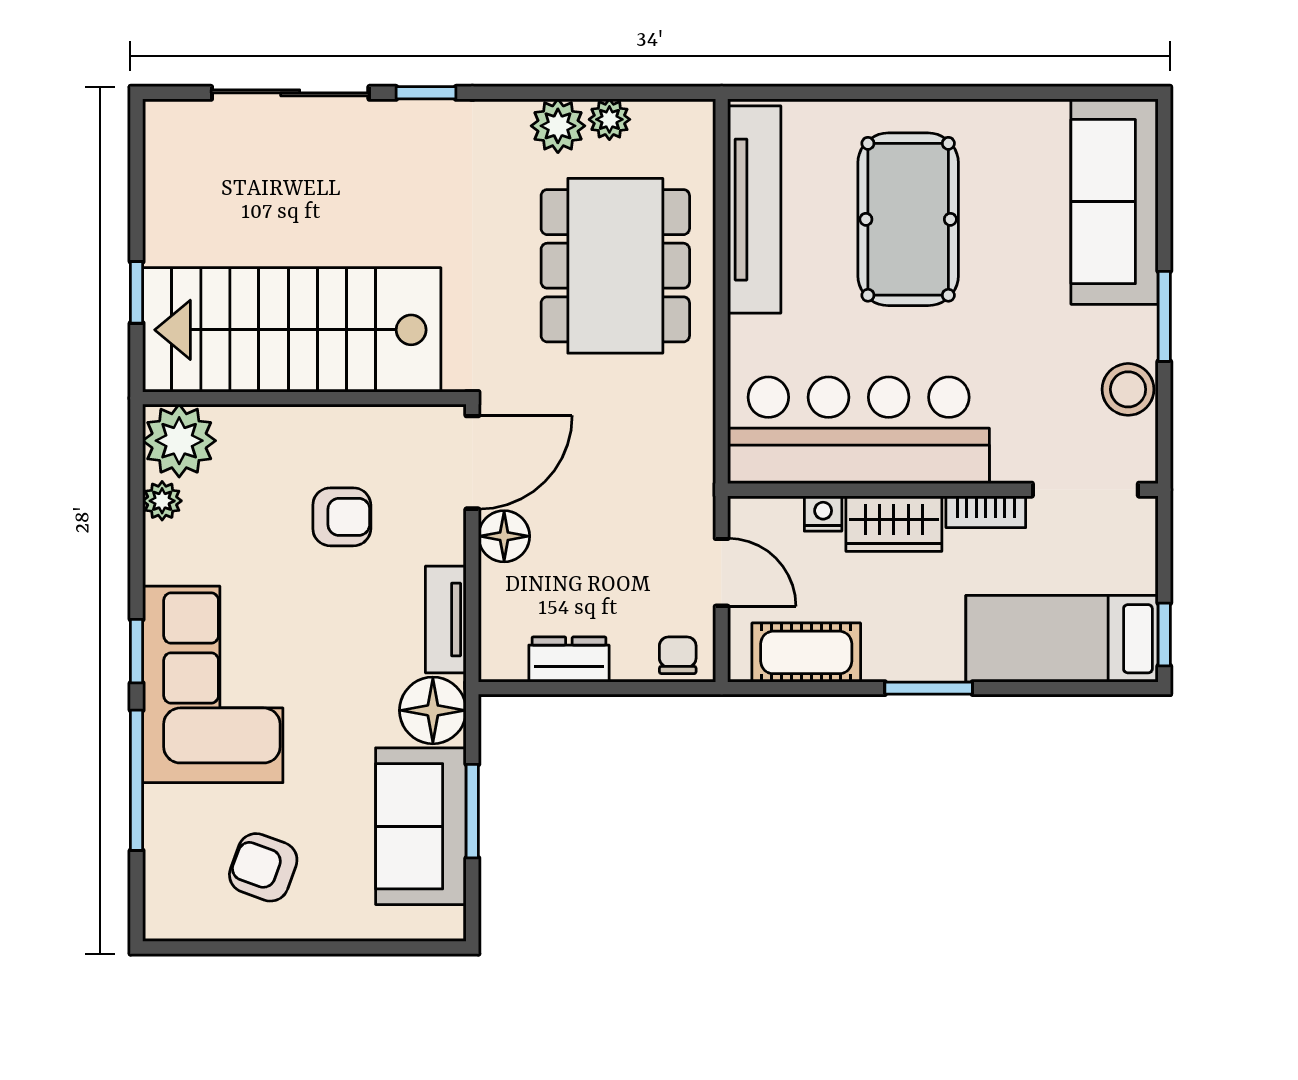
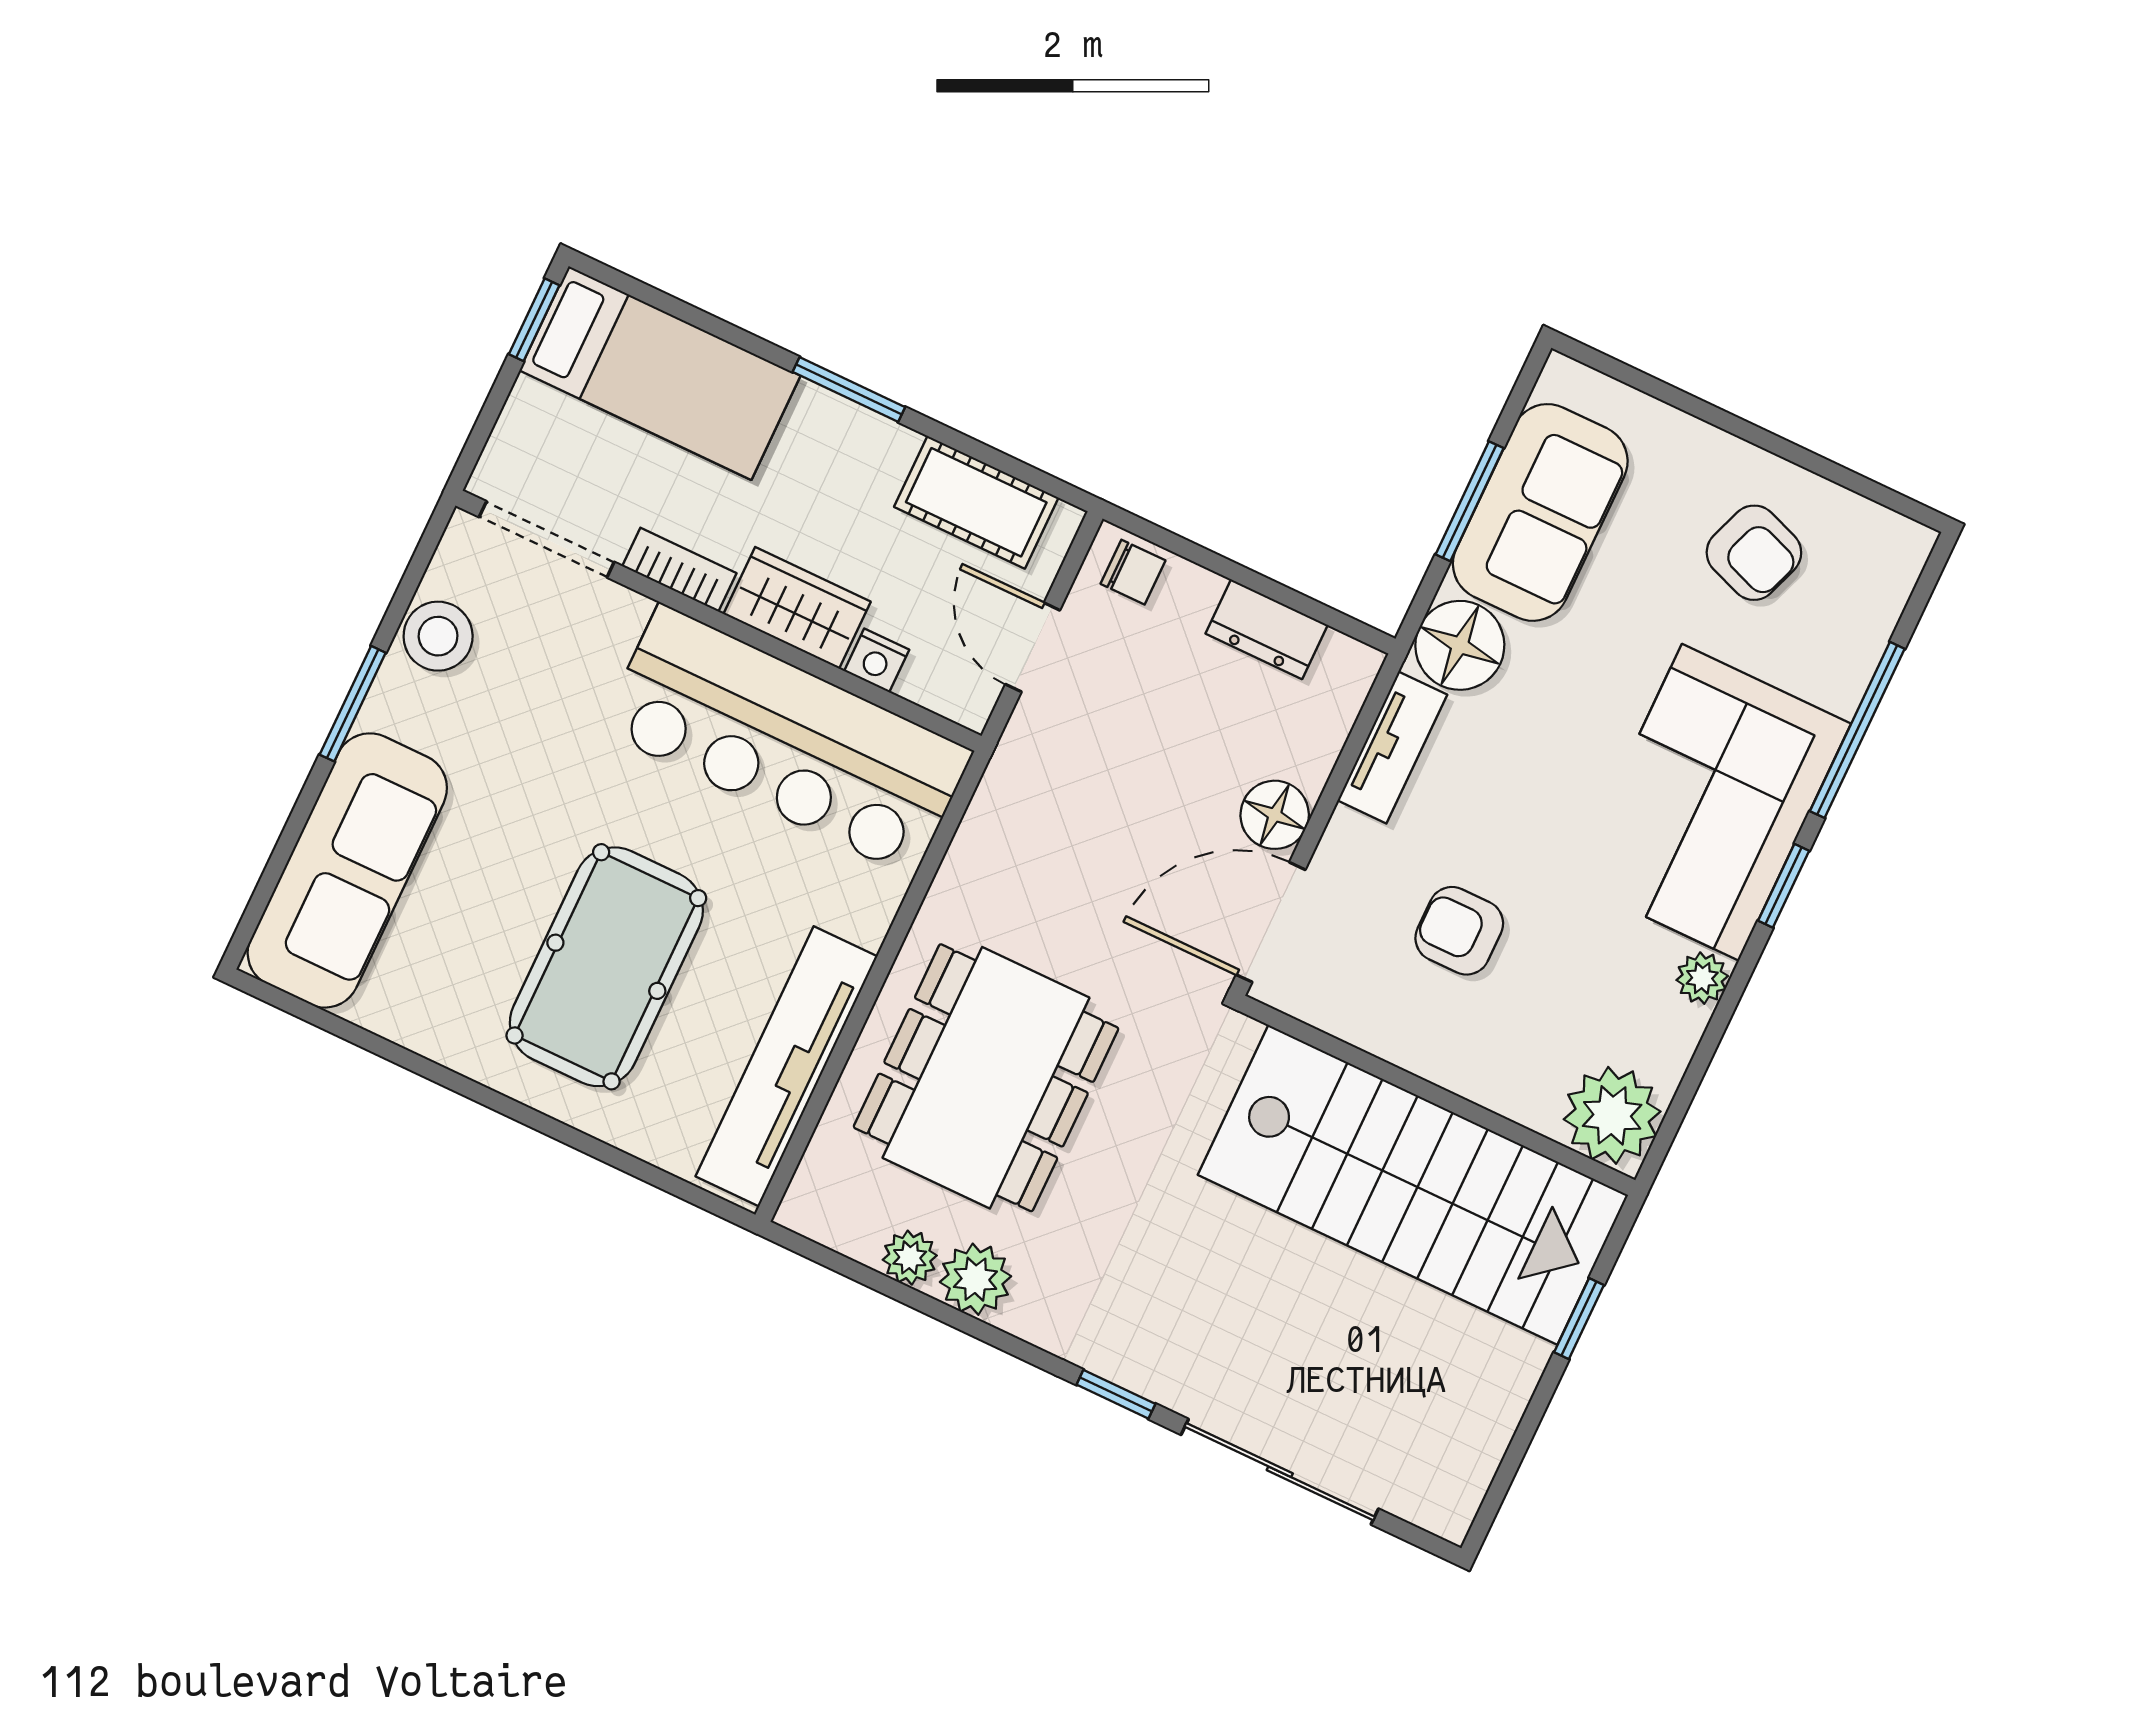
plant: (162, 501) -> (1702, 978), moved
chair: (678, 655) -> (1133, 572), turned -90

